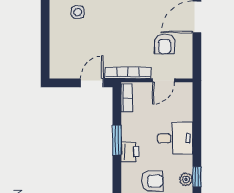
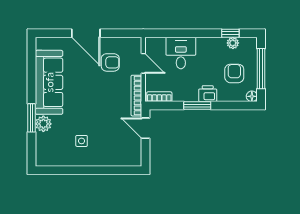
desk: (175, 138) -> (181, 53), moved

